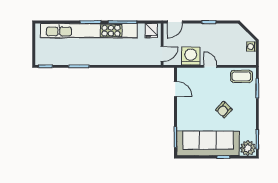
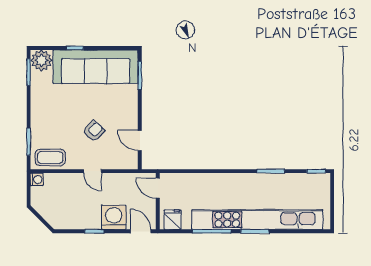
door: (175, 22) -> (141, 231), hinge flipped
washing machine: (251, 47) -> (37, 179), moved
door: (162, 54) -> (158, 188), hinge flipped
washing machine: (191, 56) -> (114, 217), moved, turned 180
armchair: (224, 110) -> (94, 131), moved

